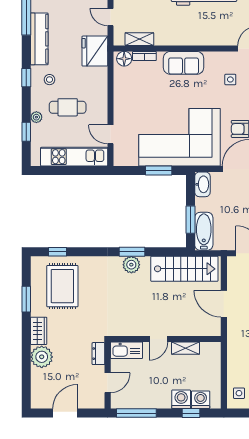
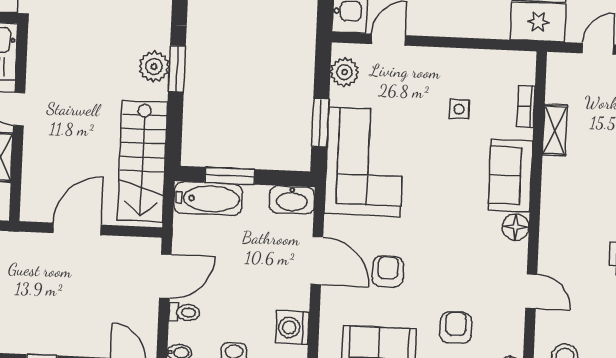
shelving: (139, 39) -> (555, 130), moved
floor lamp: (124, 59) -> (516, 227), moved
side table: (230, 79) -> (459, 109), moved
corner sofa: (179, 137) -> (364, 162), width x0.73, depth x0.74
plant: (130, 158) -> (344, 72), added

